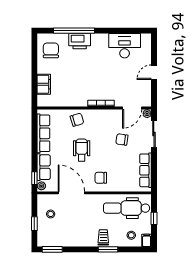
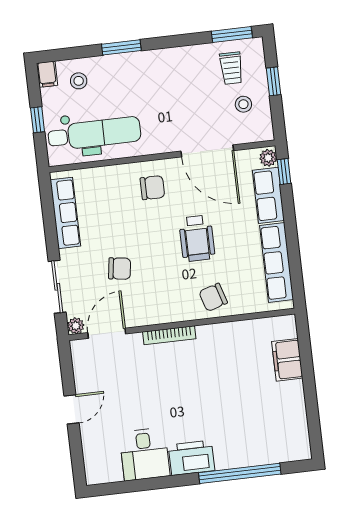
printer: (80, 41) -> (192, 458), moved
desk: (125, 46) -> (145, 454), width x0.73
chair: (51, 50) -> (281, 429), removed
trolley: (103, 237) -> (231, 68), moved

